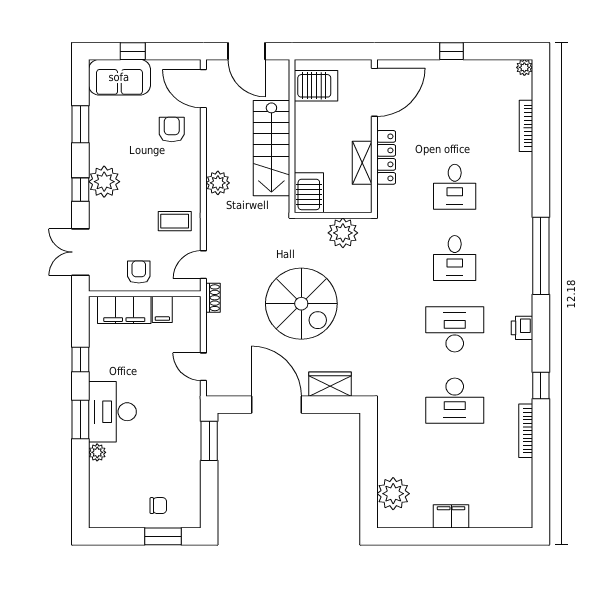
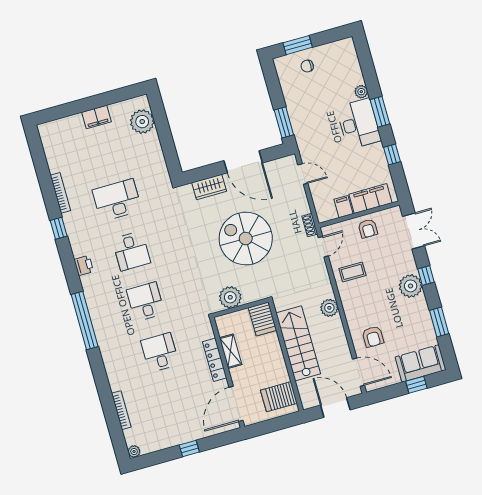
desk: (455, 329) -> (131, 251), width x0.73

